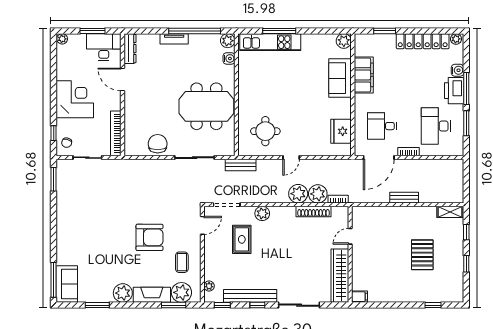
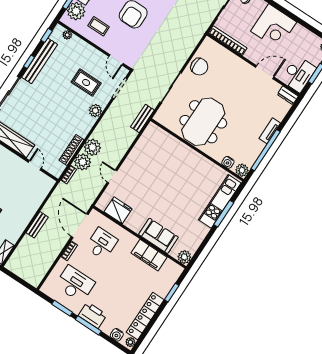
dresser: (130, 49) -> (288, 95), width x0.70
water cooler: (458, 70) -> (117, 335), moved
round table: (265, 131) -> (156, 154), removed
door: (291, 158) -> (112, 177), moved

